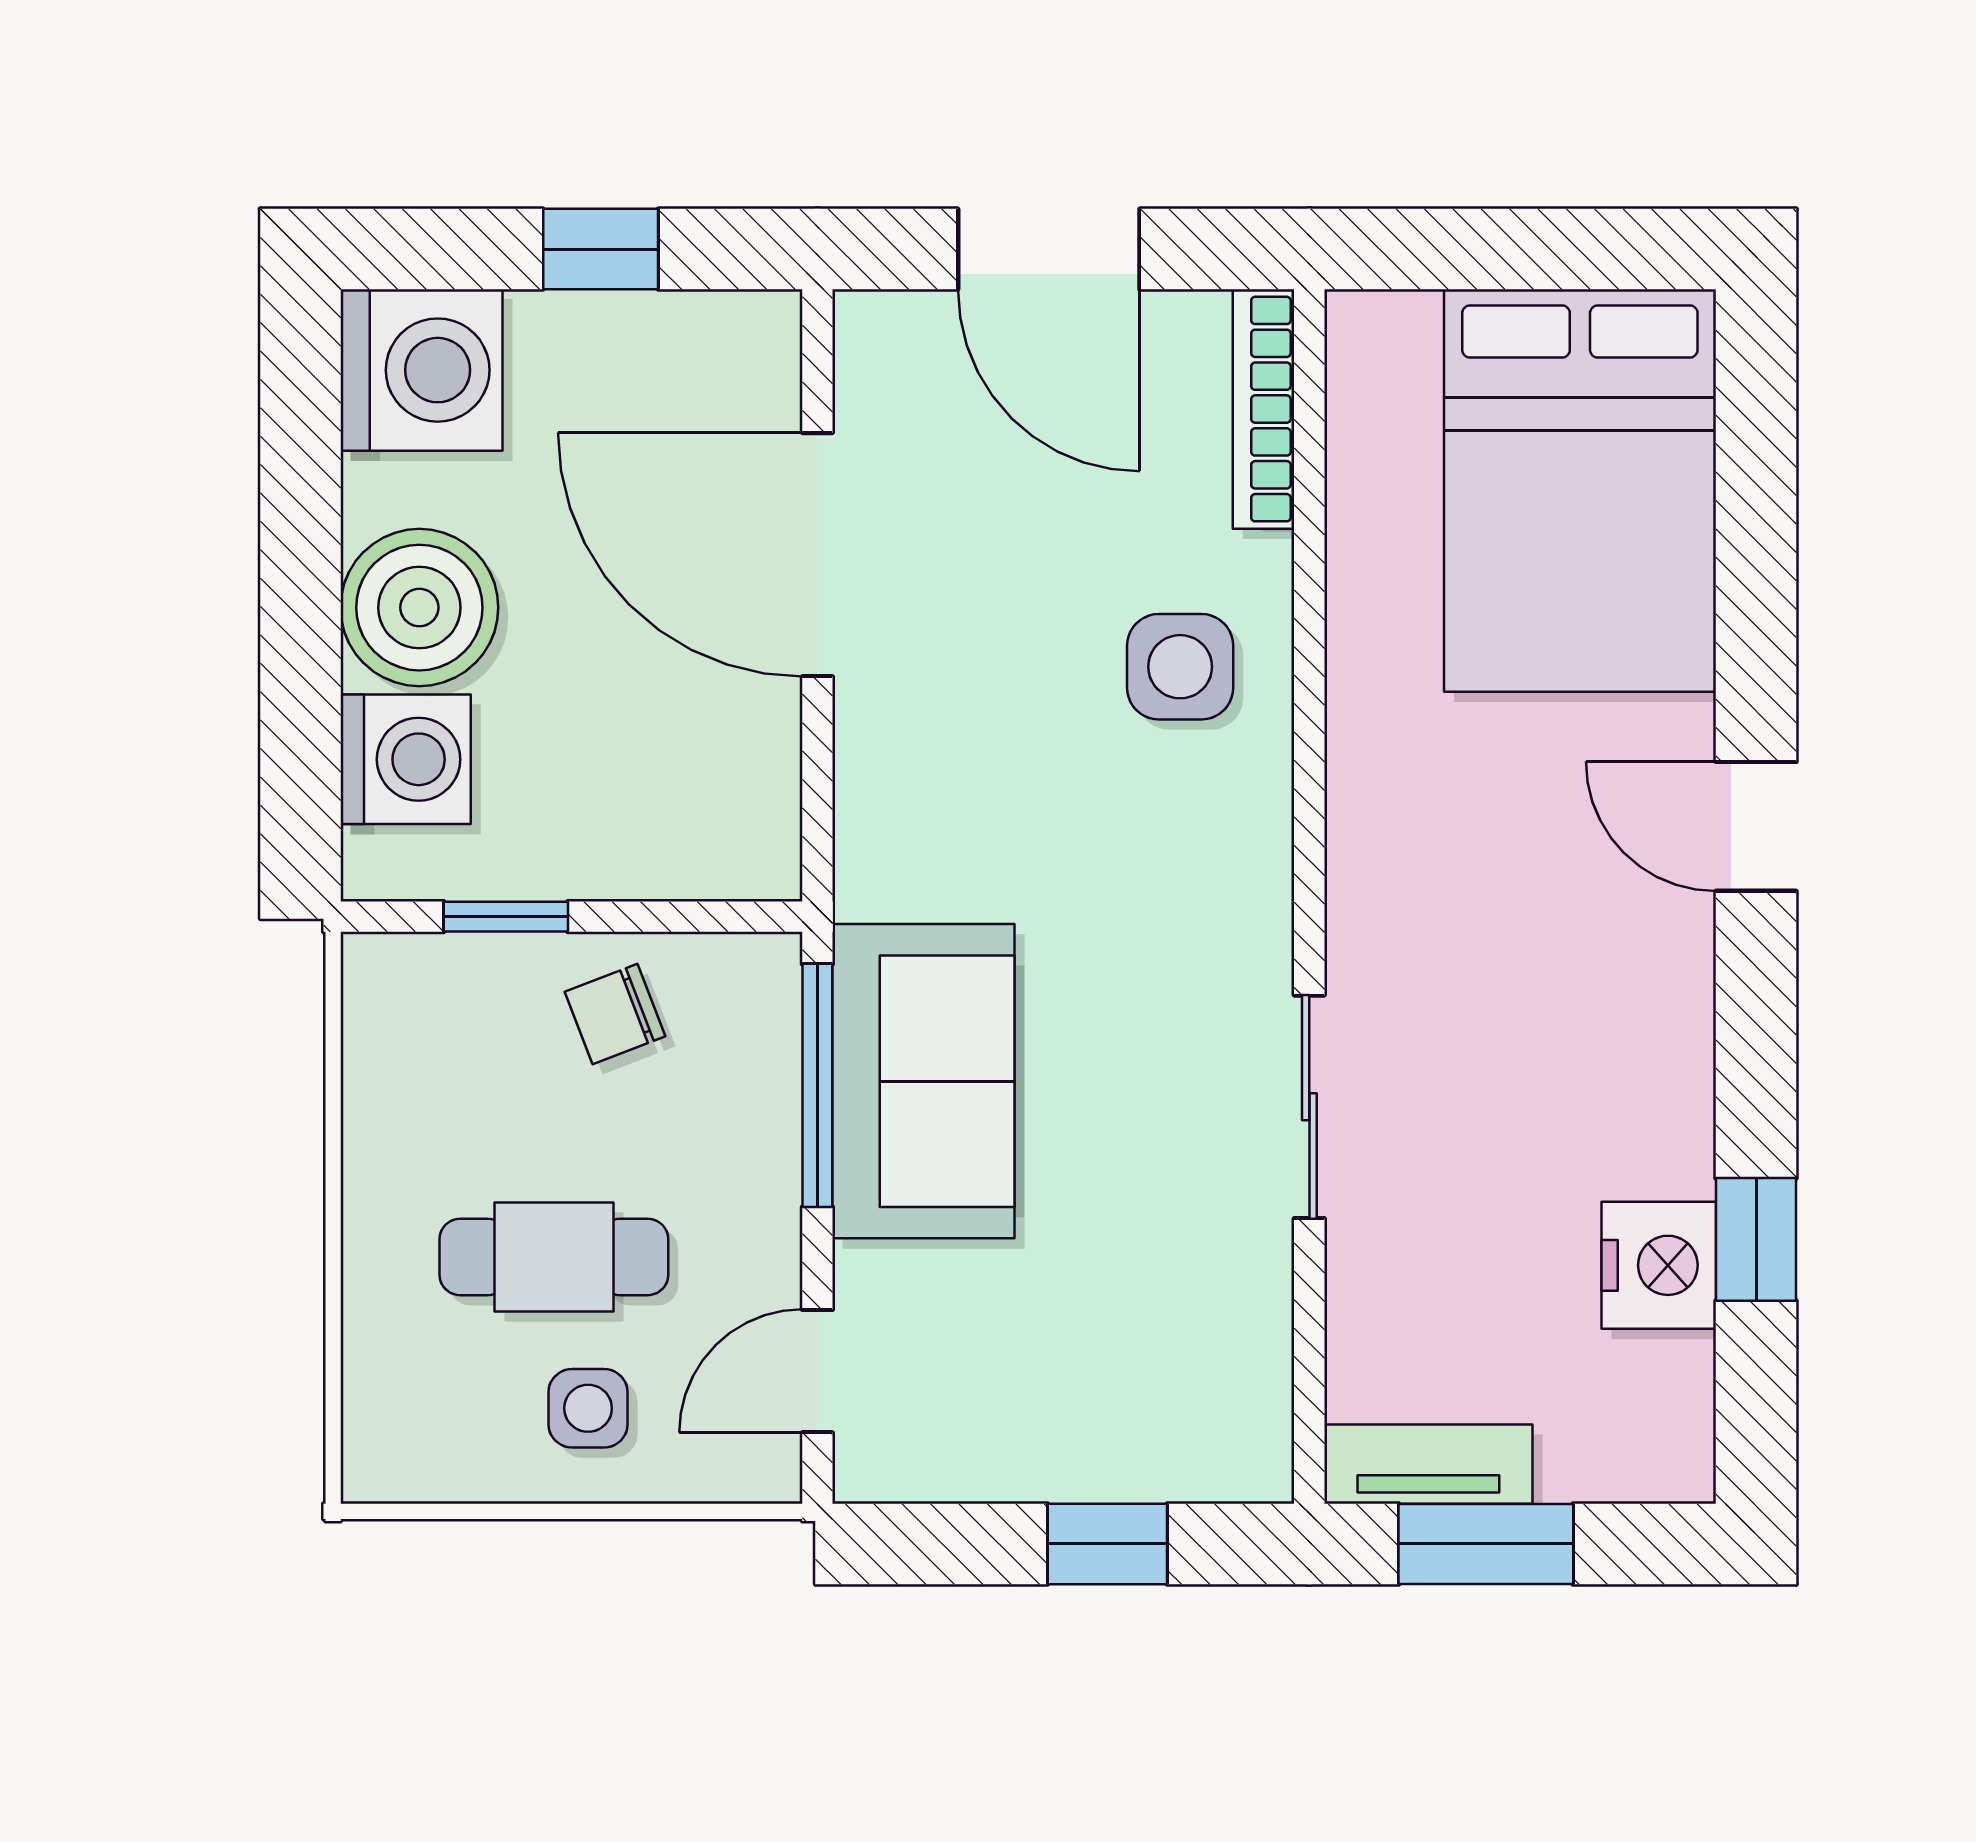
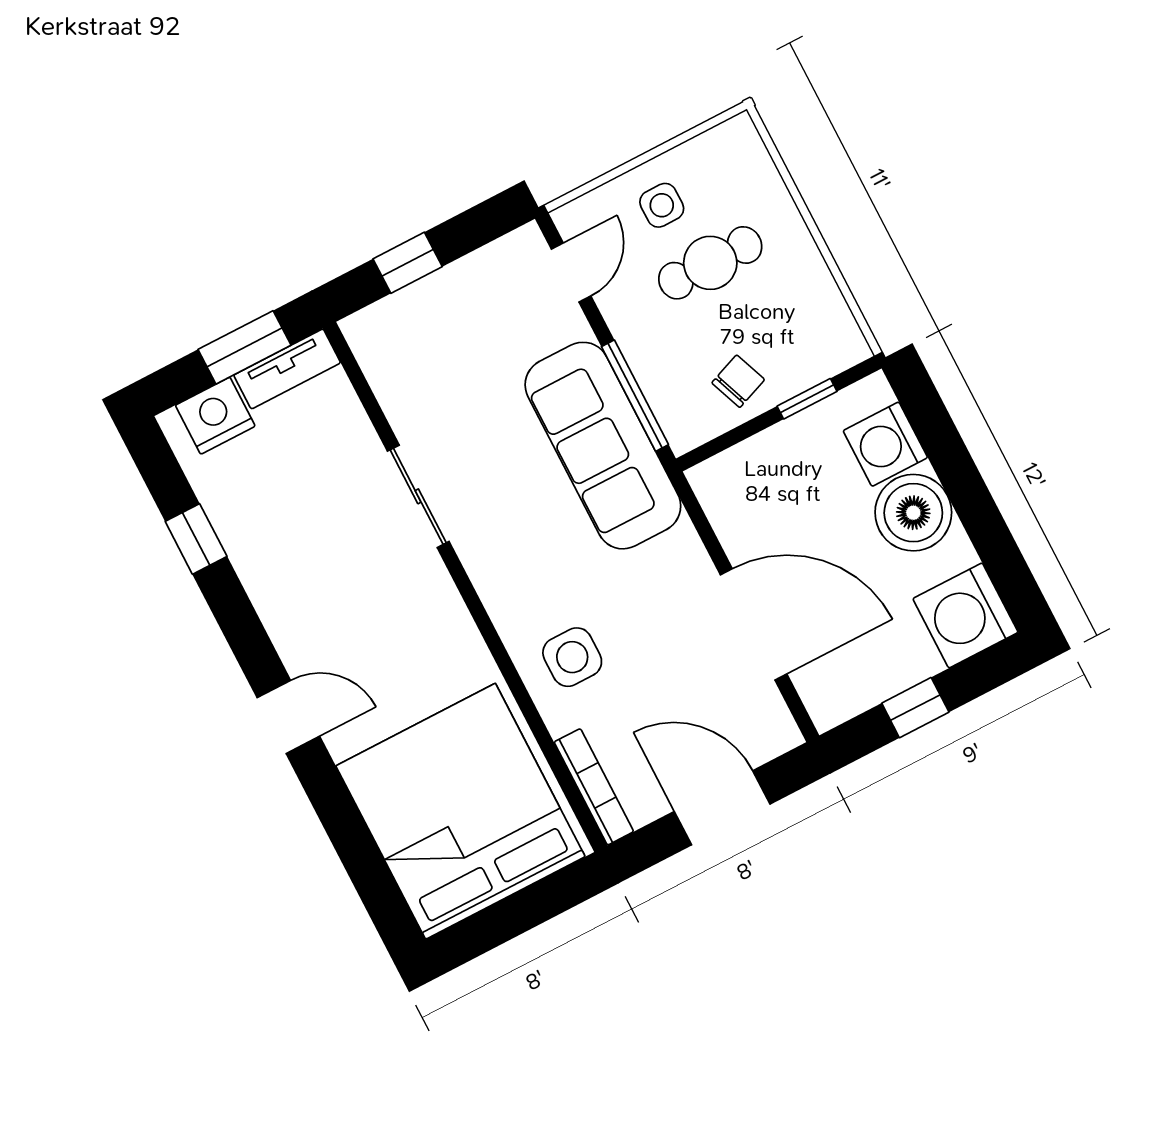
bed: (1580, 491) -> (461, 811), width x1.36
sofa: (923, 1081) -> (603, 446), width x1.36
nightstand: (1659, 1265) -> (215, 416), moved, turned 90

